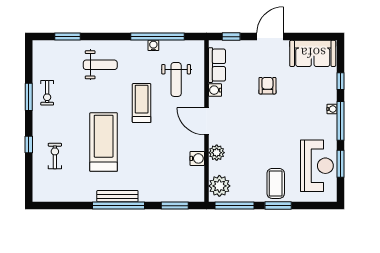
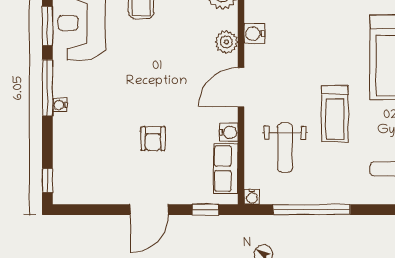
water cooler: (153, 45) -> (252, 197), moved
sofa: (313, 53) -> (88, 185), removed
weight bench: (176, 79) -> (285, 148), turned 180
window: (341, 81) -> (47, 181), moved
door: (207, 121) -> (241, 87), swing flipped

